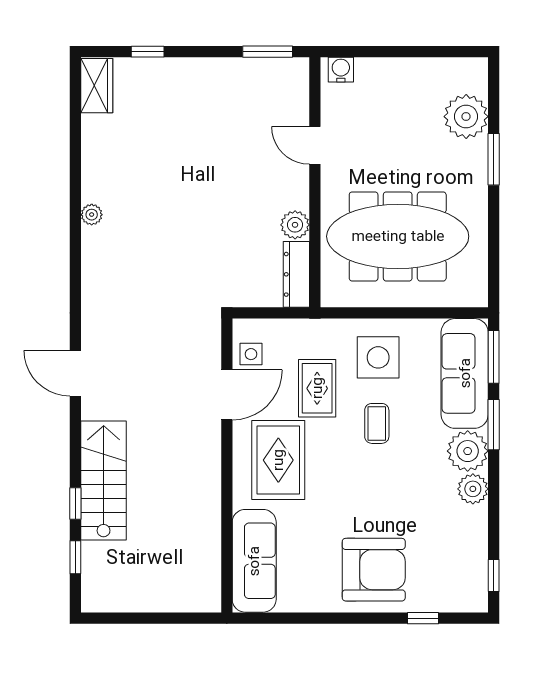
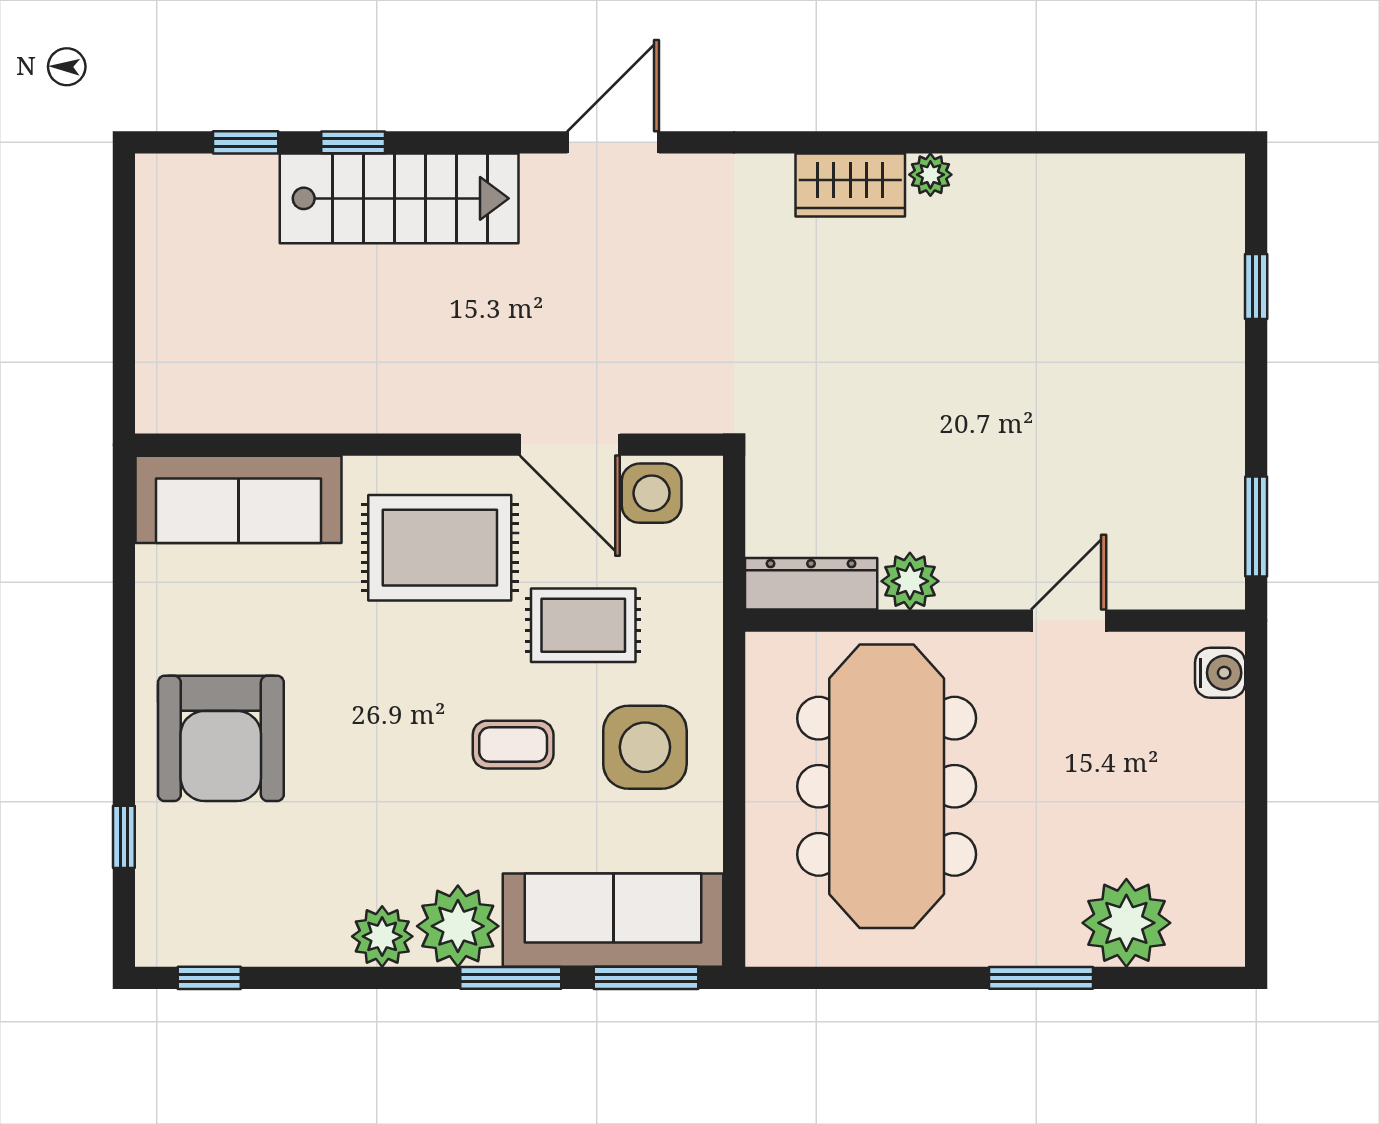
wardrobe: (97, 86) -> (850, 185), moved
side table: (251, 354) -> (652, 493), width x1.37, depth x1.37

